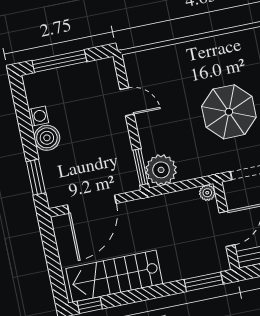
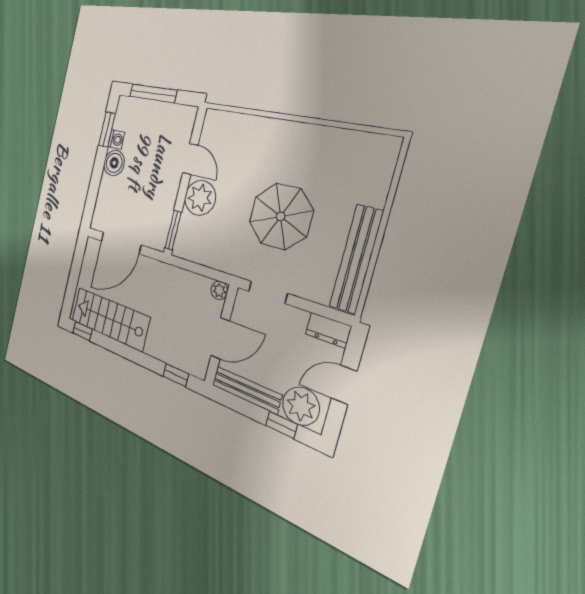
plant: (161, 170) -> (200, 198), moved
window: (36, 177) -> (107, 130), moved
window: (204, 282) -> (176, 375), width x0.67

